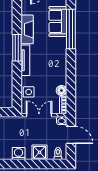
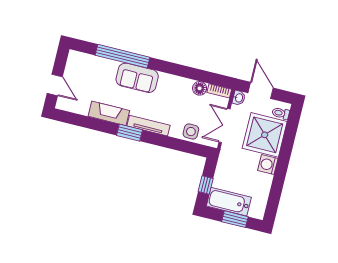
sofa: (58, 21) -> (137, 78), moved
window: (17, 48) -> (129, 133), width x0.69
door: (71, 135) -> (261, 90), hinge flipped
shower: (39, 152) -> (265, 135), width x1.86, depth x1.86

